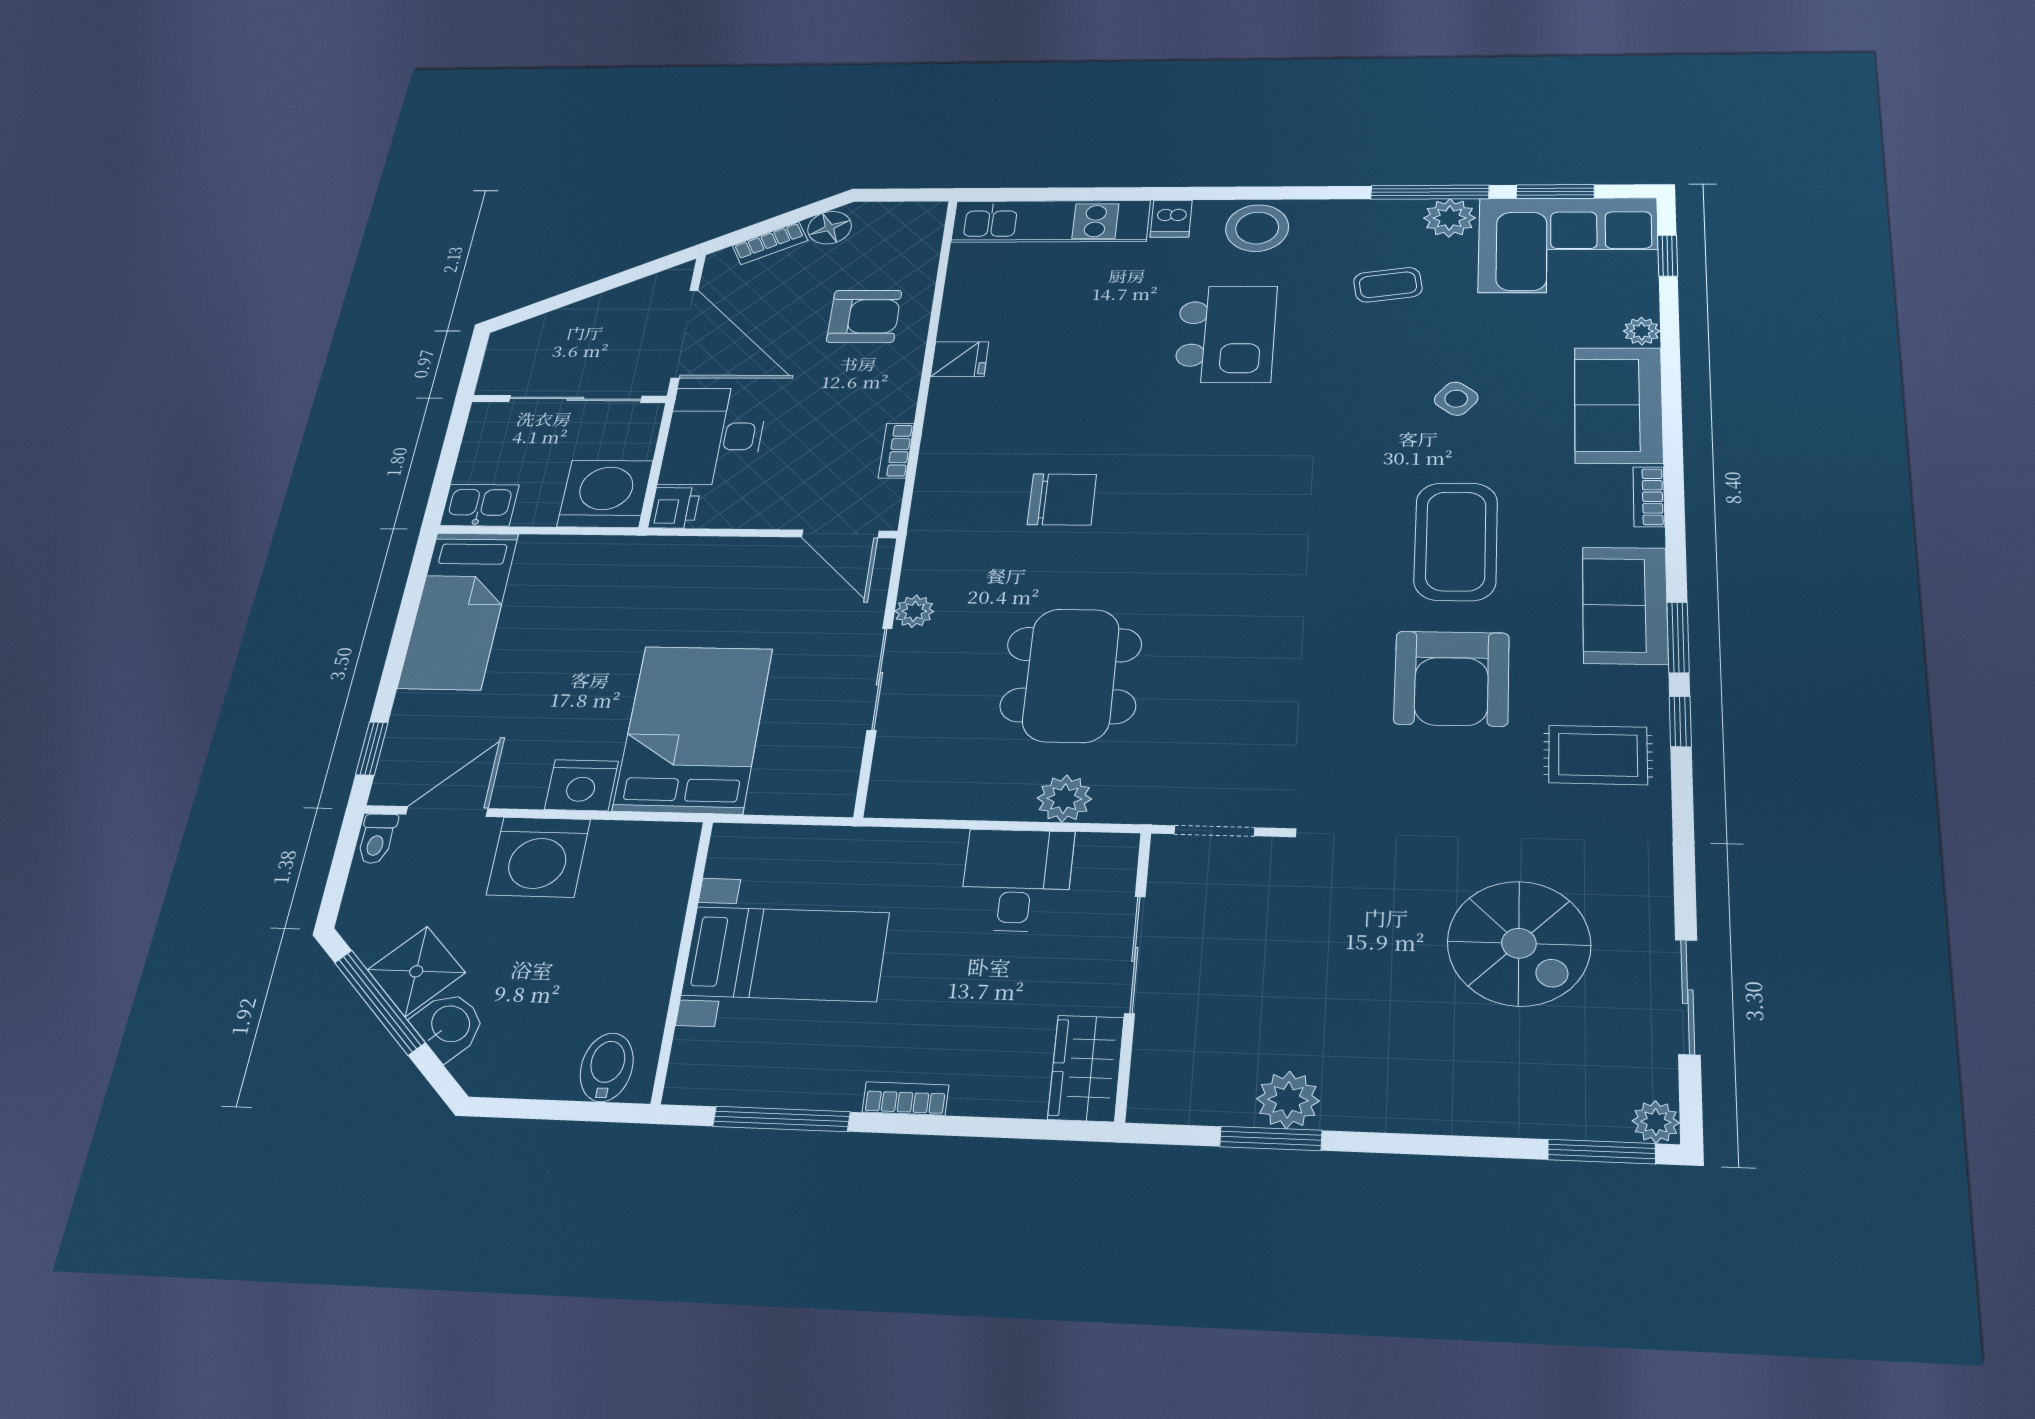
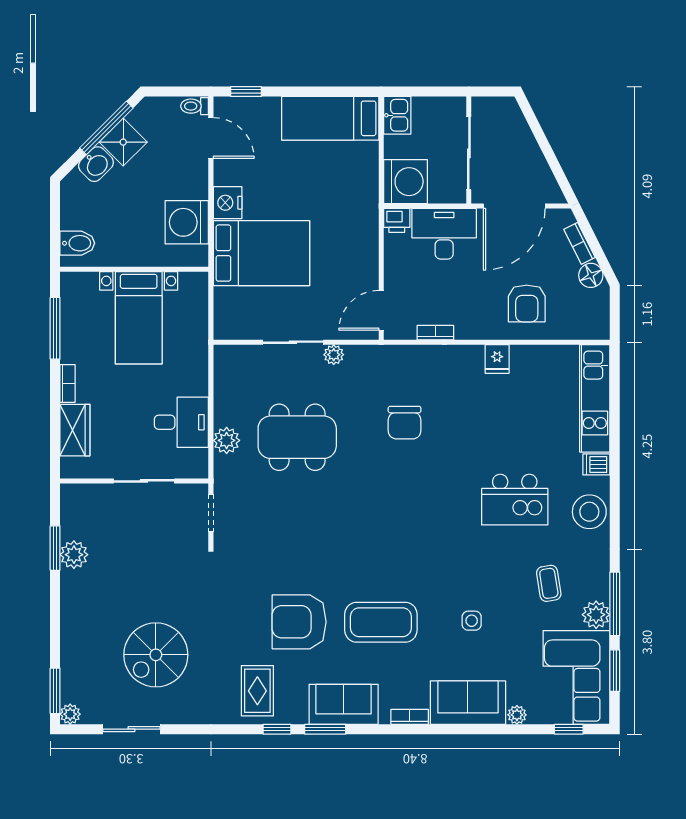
side table: (1456, 399) -> (472, 621), turned -38
washing machine: (539, 857) -> (187, 222), moved
wardrobe: (1086, 1068) -> (75, 430), moved, turned 90

